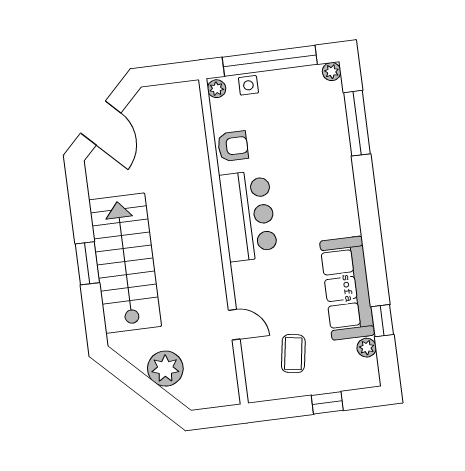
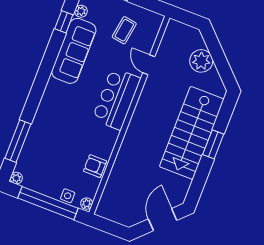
bar counter: (248, 216) -> (116, 99), moved

